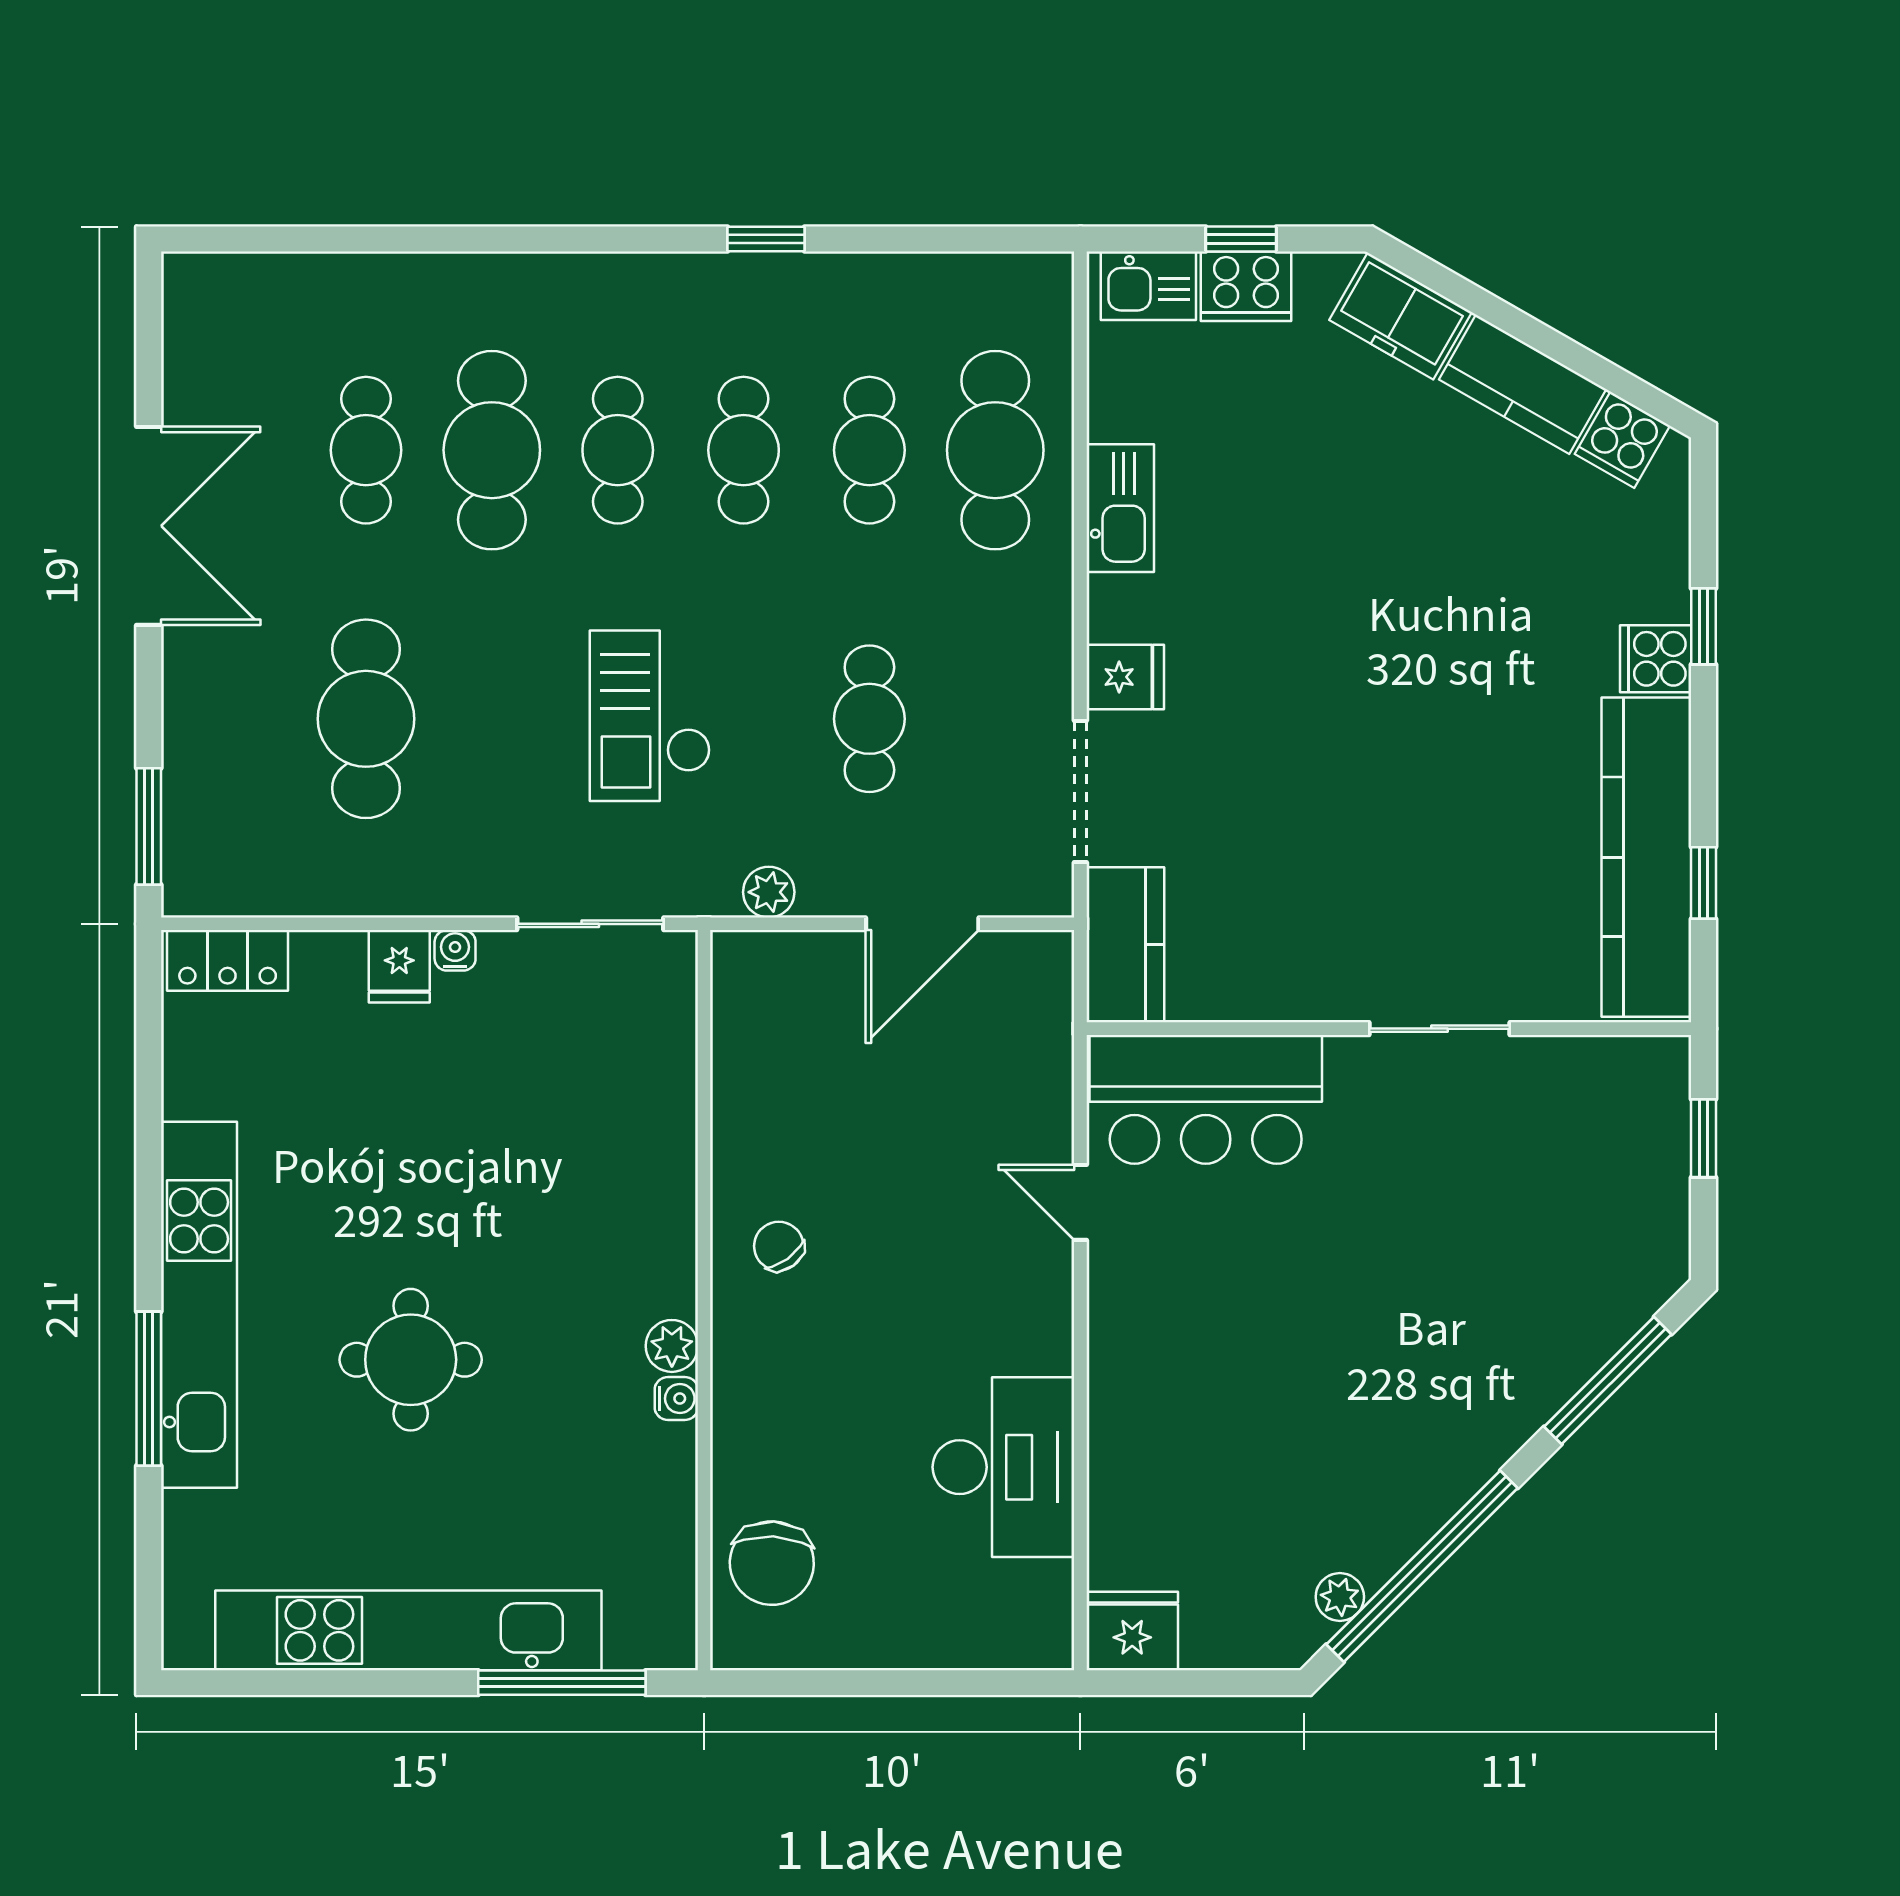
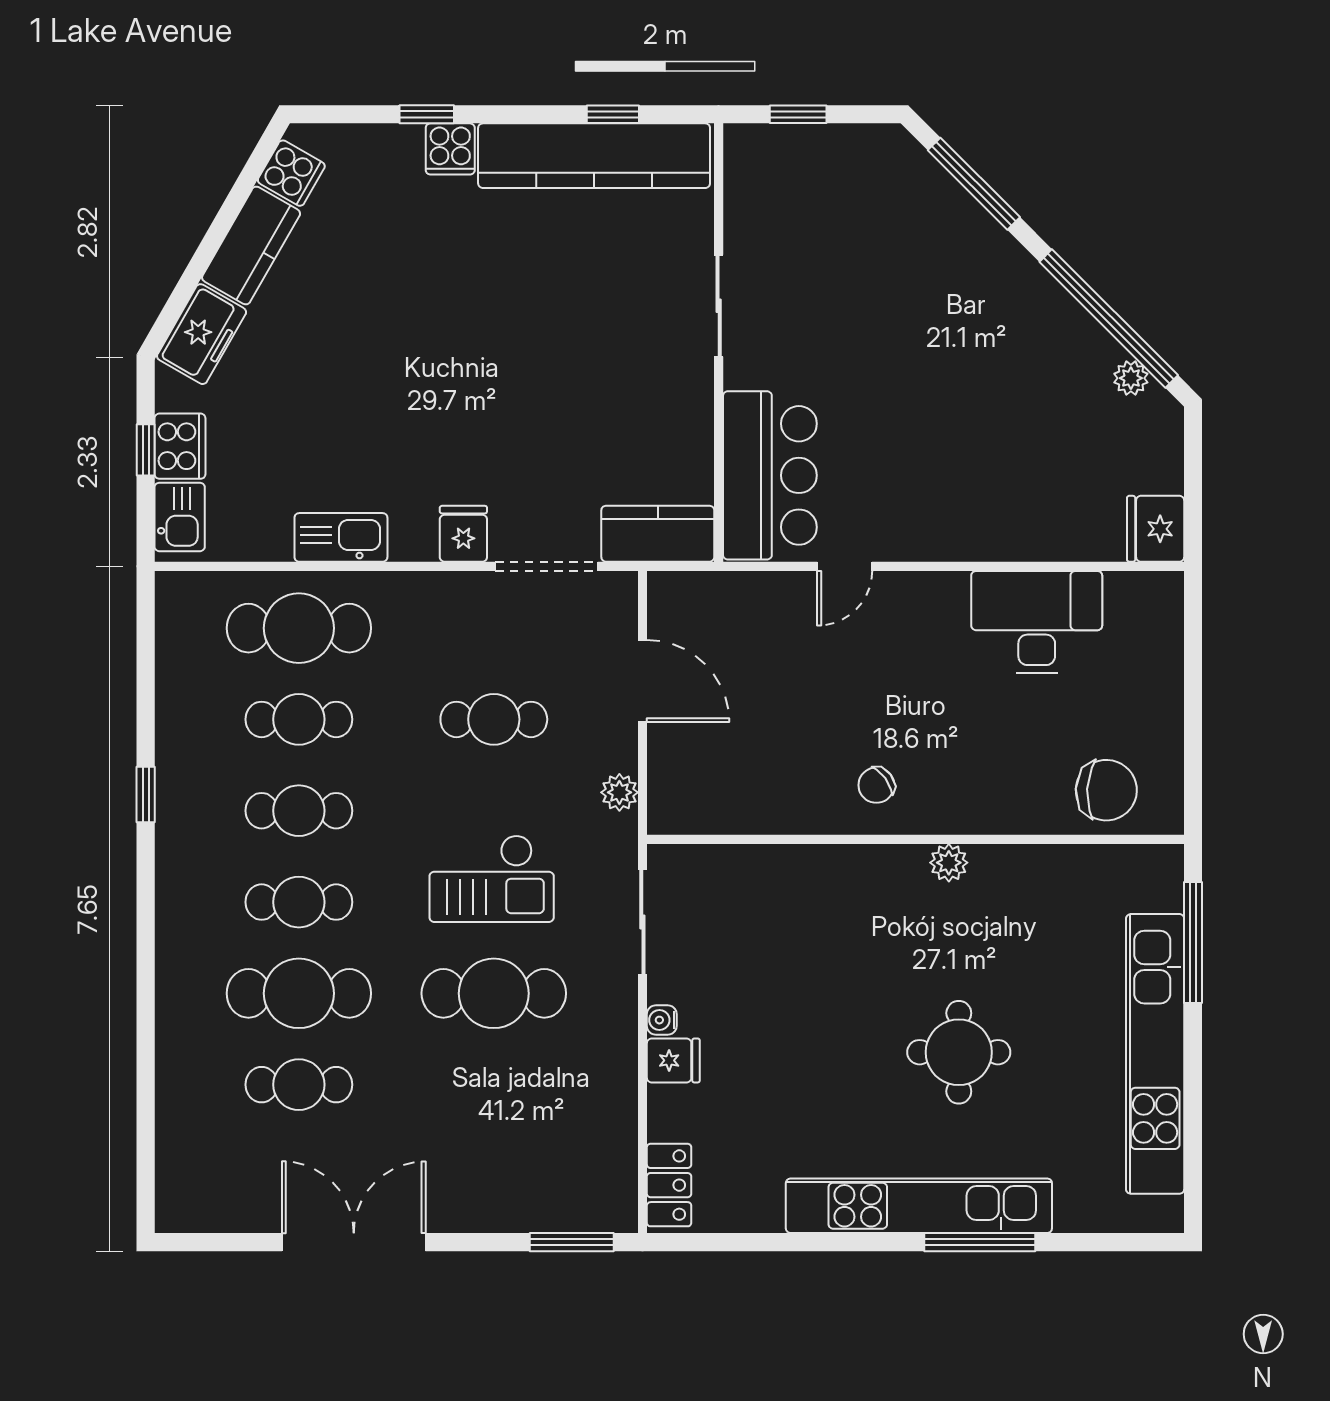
cafe table: (366, 719) -> (494, 993), moved
water cooler: (676, 1398) -> (987, 859), removed

